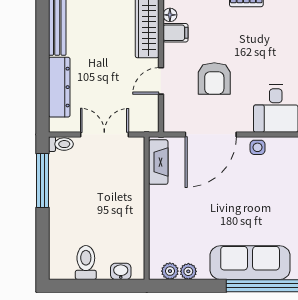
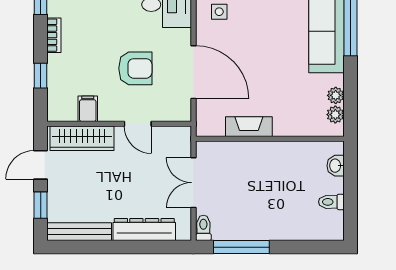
floor lamp: (170, 15) -> (69, 115), removed
side table: (258, 147) -> (219, 12), moved
fireplace: (158, 162) -> (249, 127), moved
toilet: (86, 262) -> (331, 202), width x0.73, depth x0.72

